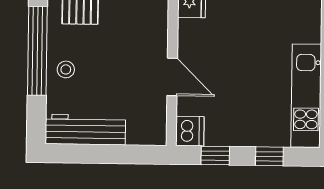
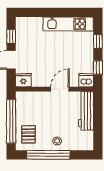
workbench: (85, 130) -> (86, 111), moved

